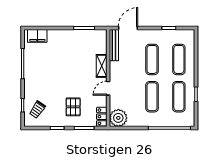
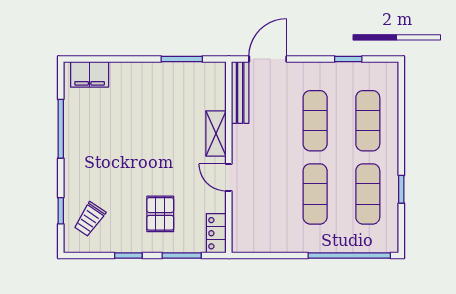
door: (108, 88) -> (229, 177), hinge flipped
plant: (118, 118) -> (249, 236), removed

